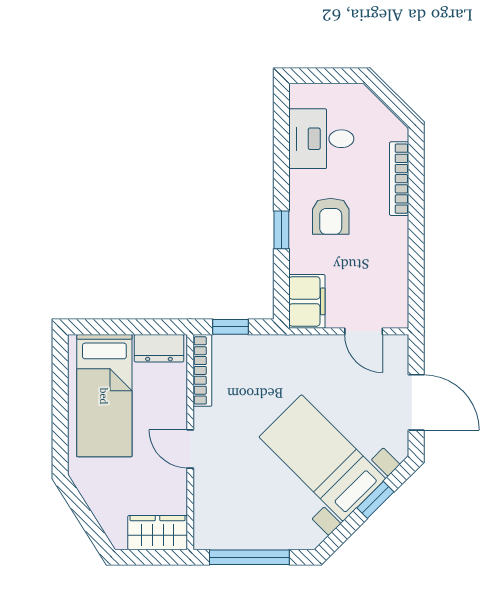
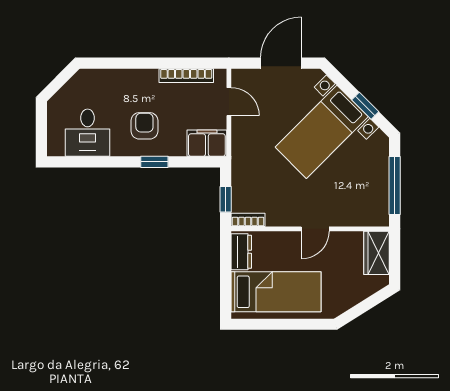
bookcase: (399, 179) -> (186, 76), moved
armchair: (331, 216) -> (144, 126), turned -90
door: (364, 331) -> (229, 102), hinge flipped
bookcase: (202, 370) -> (248, 220), width x0.64
window: (375, 500) -> (365, 106), moved

